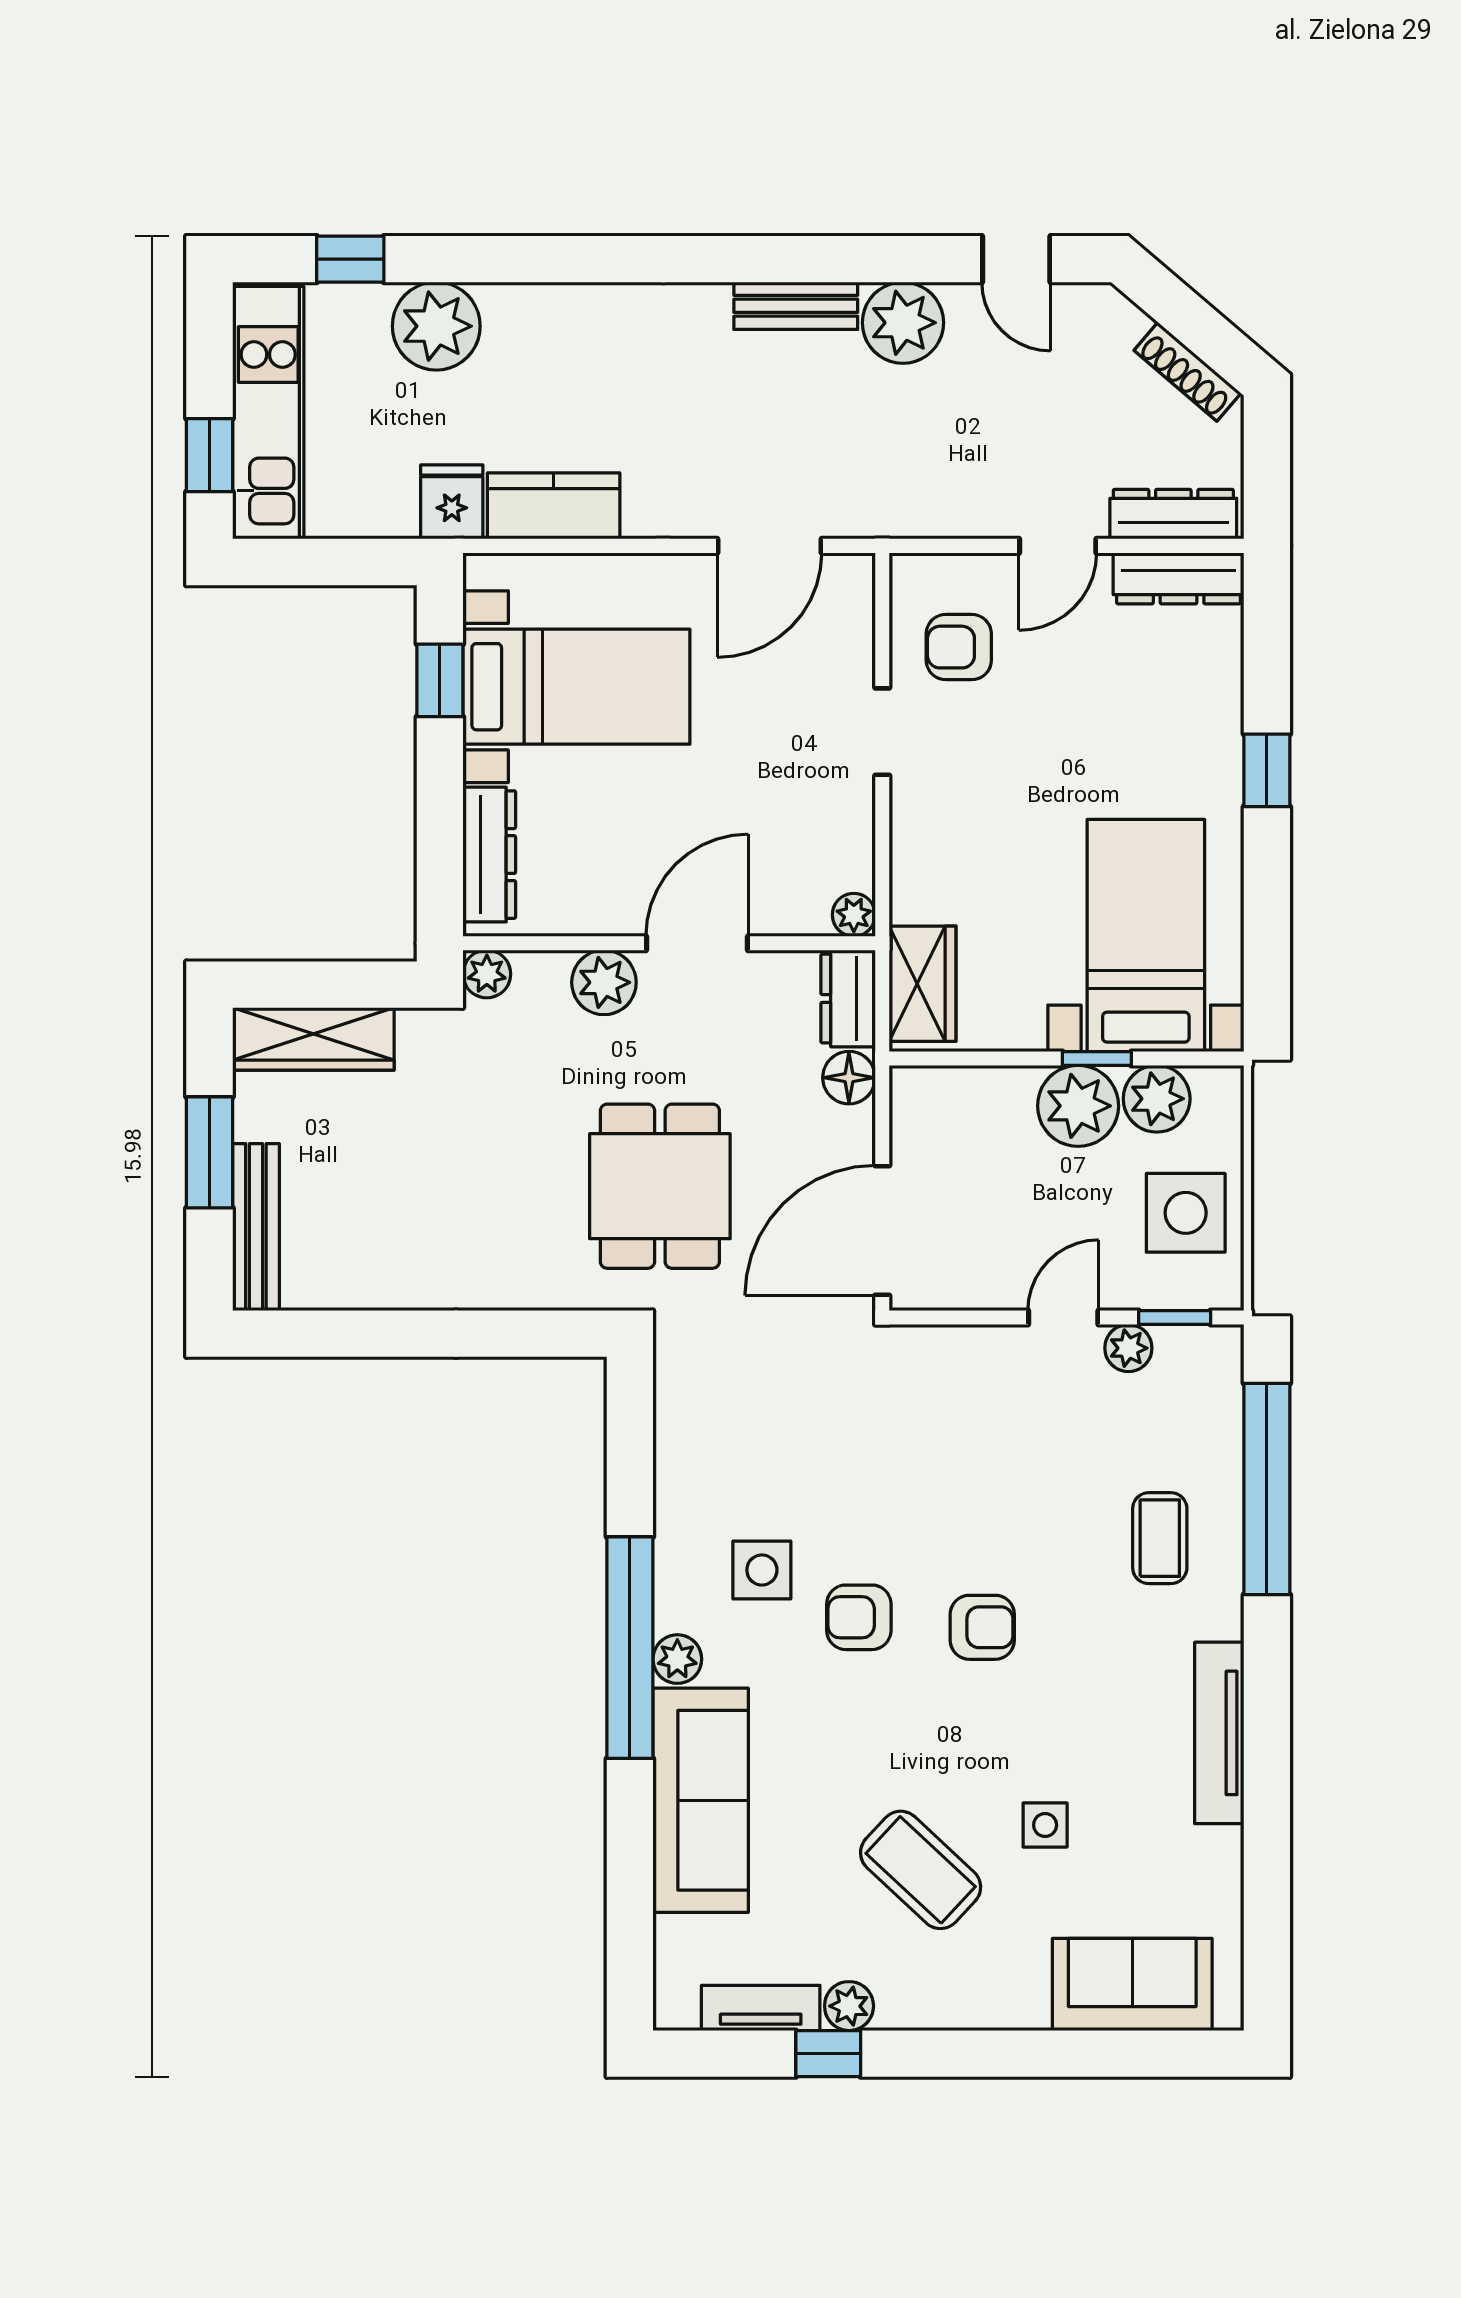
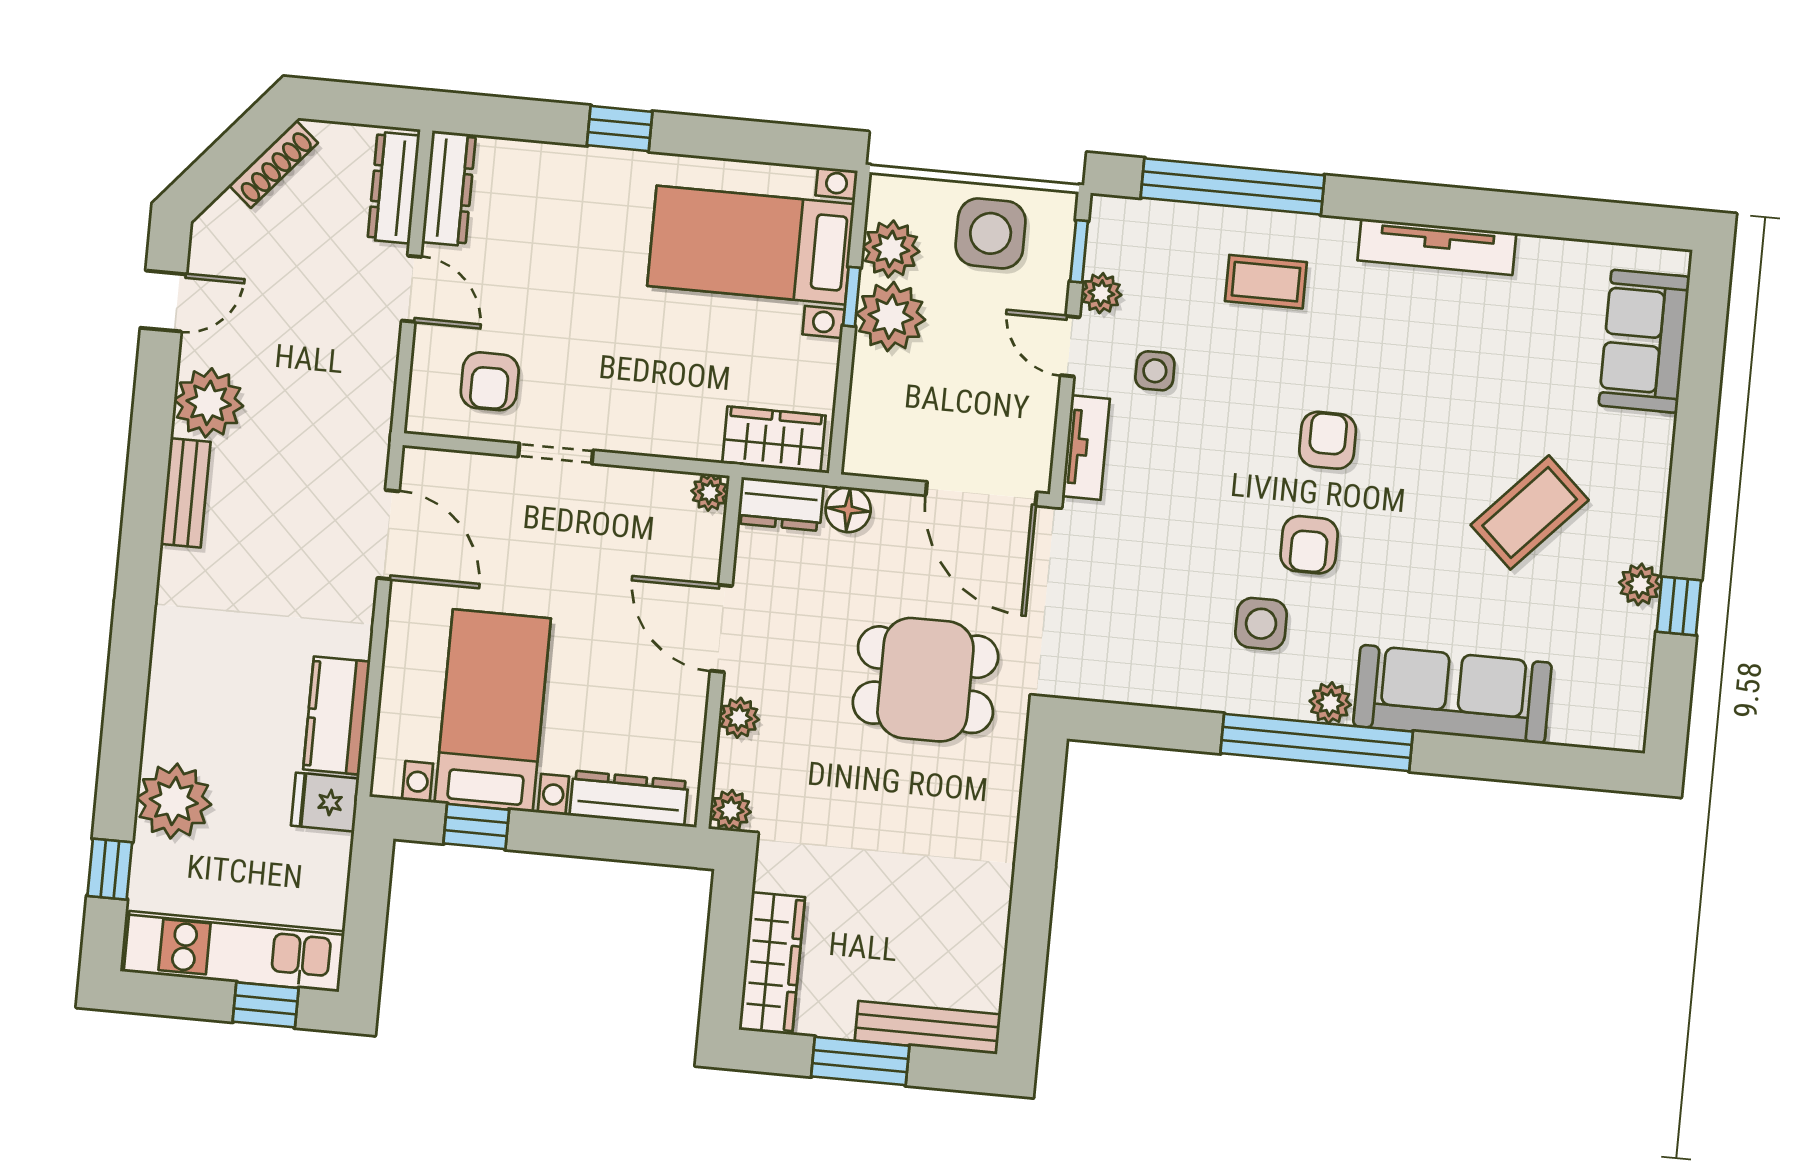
plant: (604, 982) -> (739, 718), width x0.73, depth x0.73
side table: (1045, 1825) -> (1155, 371), moved
tv unit: (761, 2008) -> (1086, 448), moved, turned 180

